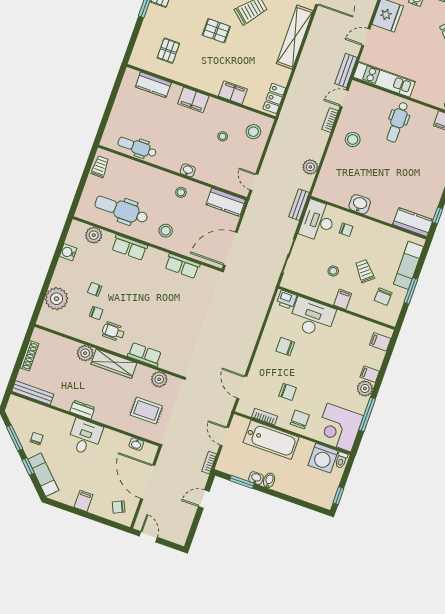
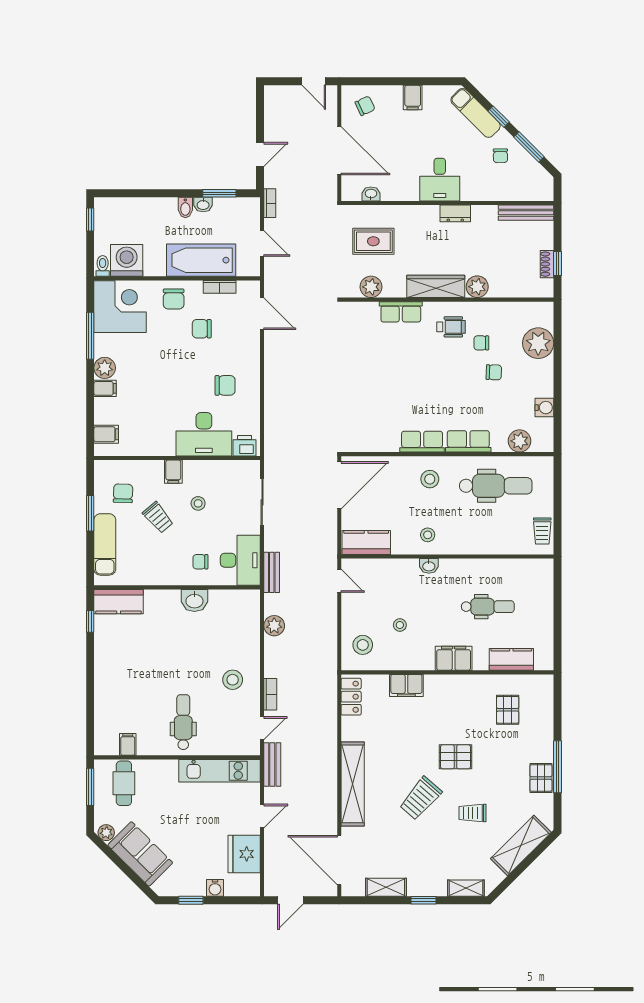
dental chair: (137, 147) -> (488, 607), moved
row of seats: (182, 266) -> (422, 442), moved
window: (23, 349) -> (558, 264), added
shoe rack: (29, 356) -> (547, 264), width x0.70

